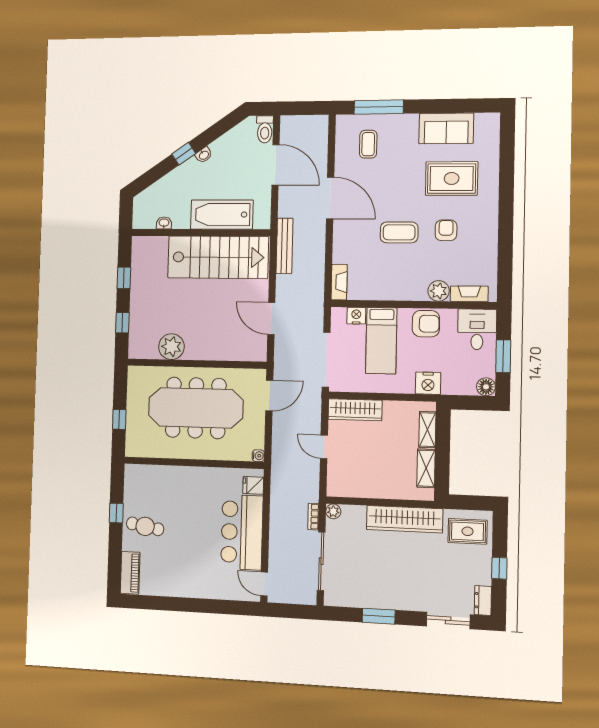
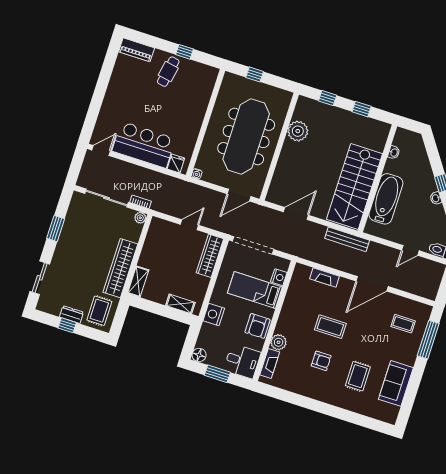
door: (275, 165) -> (410, 250), width x0.53
rug: (452, 178) -> (358, 376), width x0.73, depth x0.70
coffee table: (399, 232) -> (330, 327), turned 90
fireplace: (339, 282) -> (325, 277), moved
door: (269, 396) -> (239, 195), hinge flipped
shelving: (426, 468) -> (138, 282), moved, turned 90
dresser: (483, 600) -> (71, 315), moved

